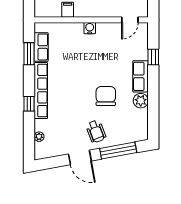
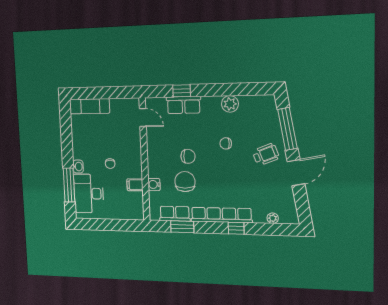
water cooler: (90, 28) -> (154, 184), moved
chair: (71, 58) -> (185, 182), added
chair: (94, 61) -> (188, 156), added
row of seats: (141, 76) -> (184, 105), moved
chair: (106, 96) -> (226, 143), width x0.54, depth x0.54

